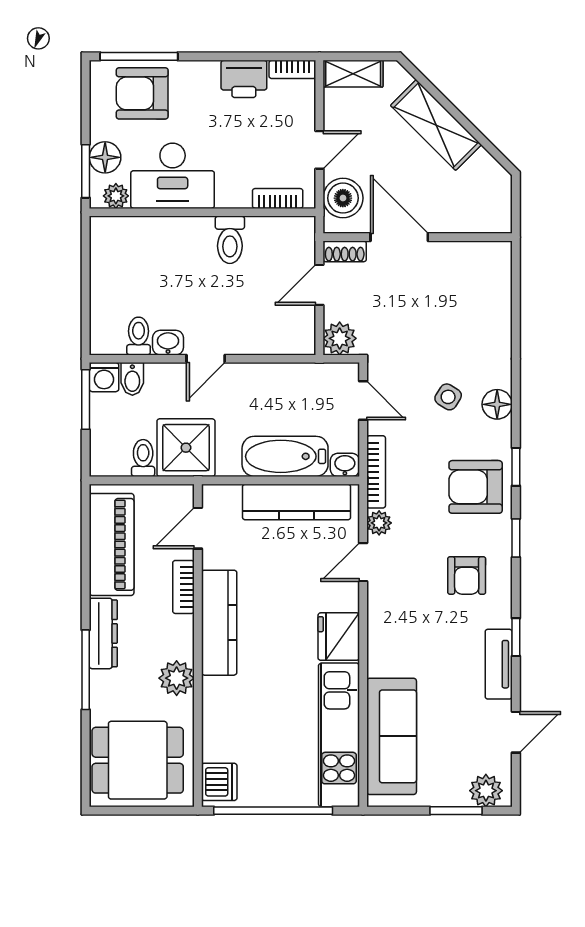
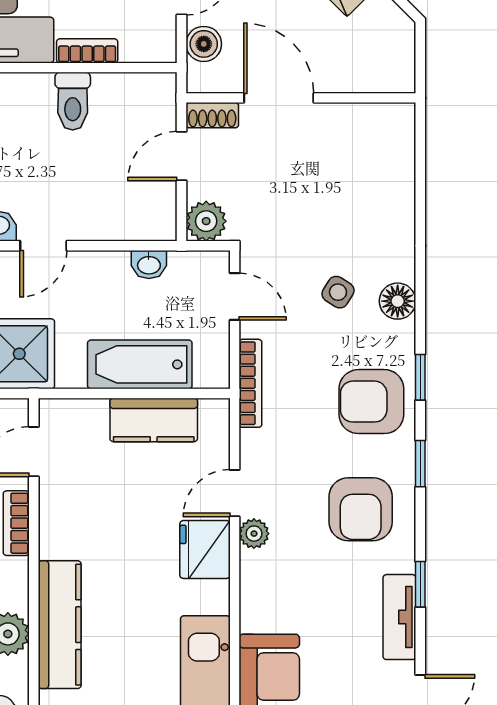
bookcase: (278, 198) -> (87, 51), moved
boiler: (343, 198) -> (204, 44), width x0.73, depth x0.73
washbasin: (345, 465) -> (149, 264), moved, turned 180
kitchen counter: (297, 502) -> (154, 420), width x0.67
plant: (379, 523) -> (254, 534), moved
armchair: (467, 575) -> (361, 509), width x1.38, depth x1.38
kitchen counter: (219, 623) -> (60, 625), moved
fridge: (339, 637) -> (205, 549), moved

